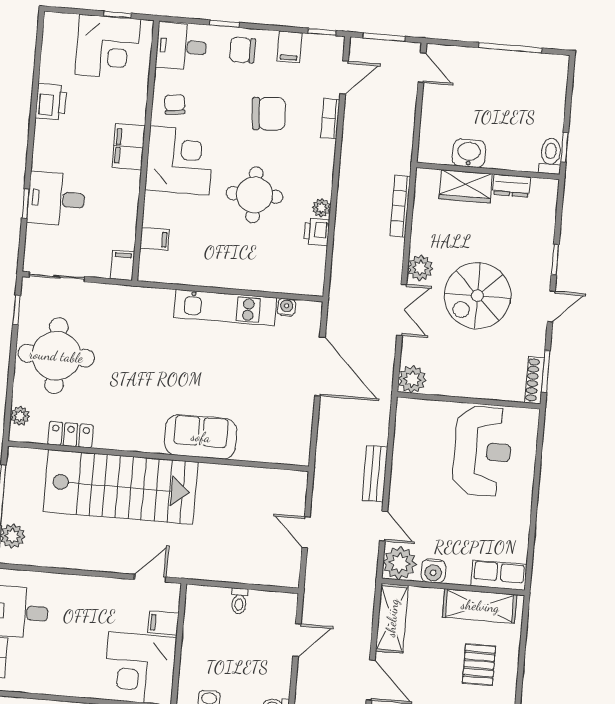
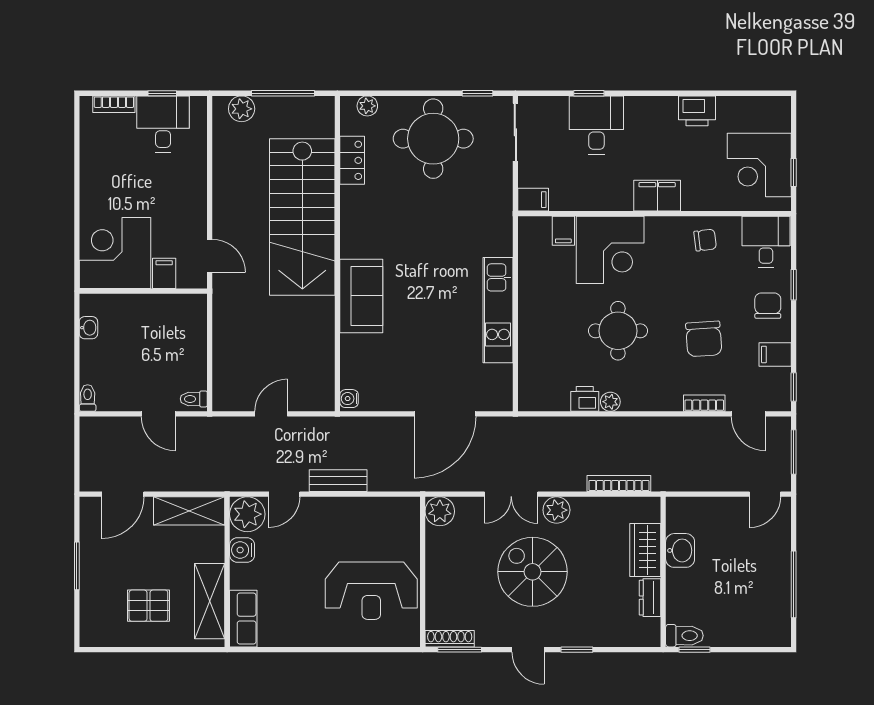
corner desk: (179, 160) -> (610, 250), moved
water cooler: (287, 307) -> (349, 399), moved, turned 180
toilet: (239, 601) -> (194, 399), moved

